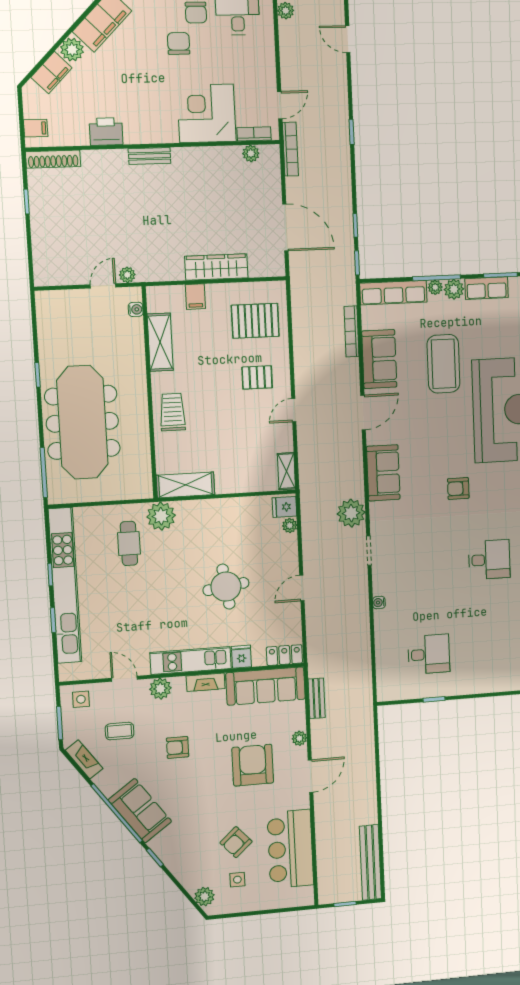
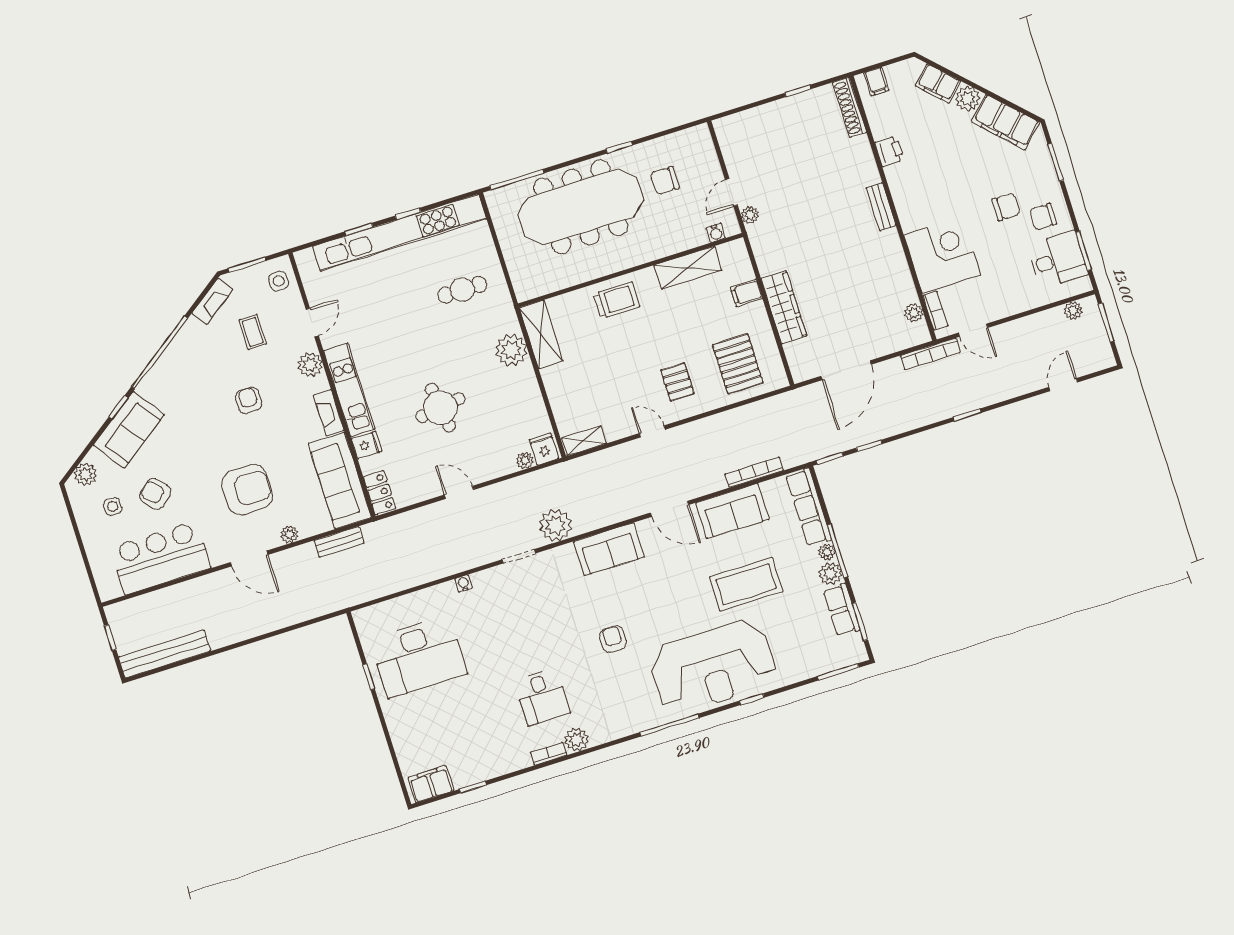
printer: (106, 132) -> (889, 151), width x0.73, depth x0.81
door: (103, 286) -> (731, 192), swing flipped
chair: (78, 342) -> (665, 181), added
plant: (161, 516) -> (511, 350), moved
desk: (429, 654) -> (419, 657), width x1.87, depth x1.30
sofa: (140, 811) -> (129, 430), moved

